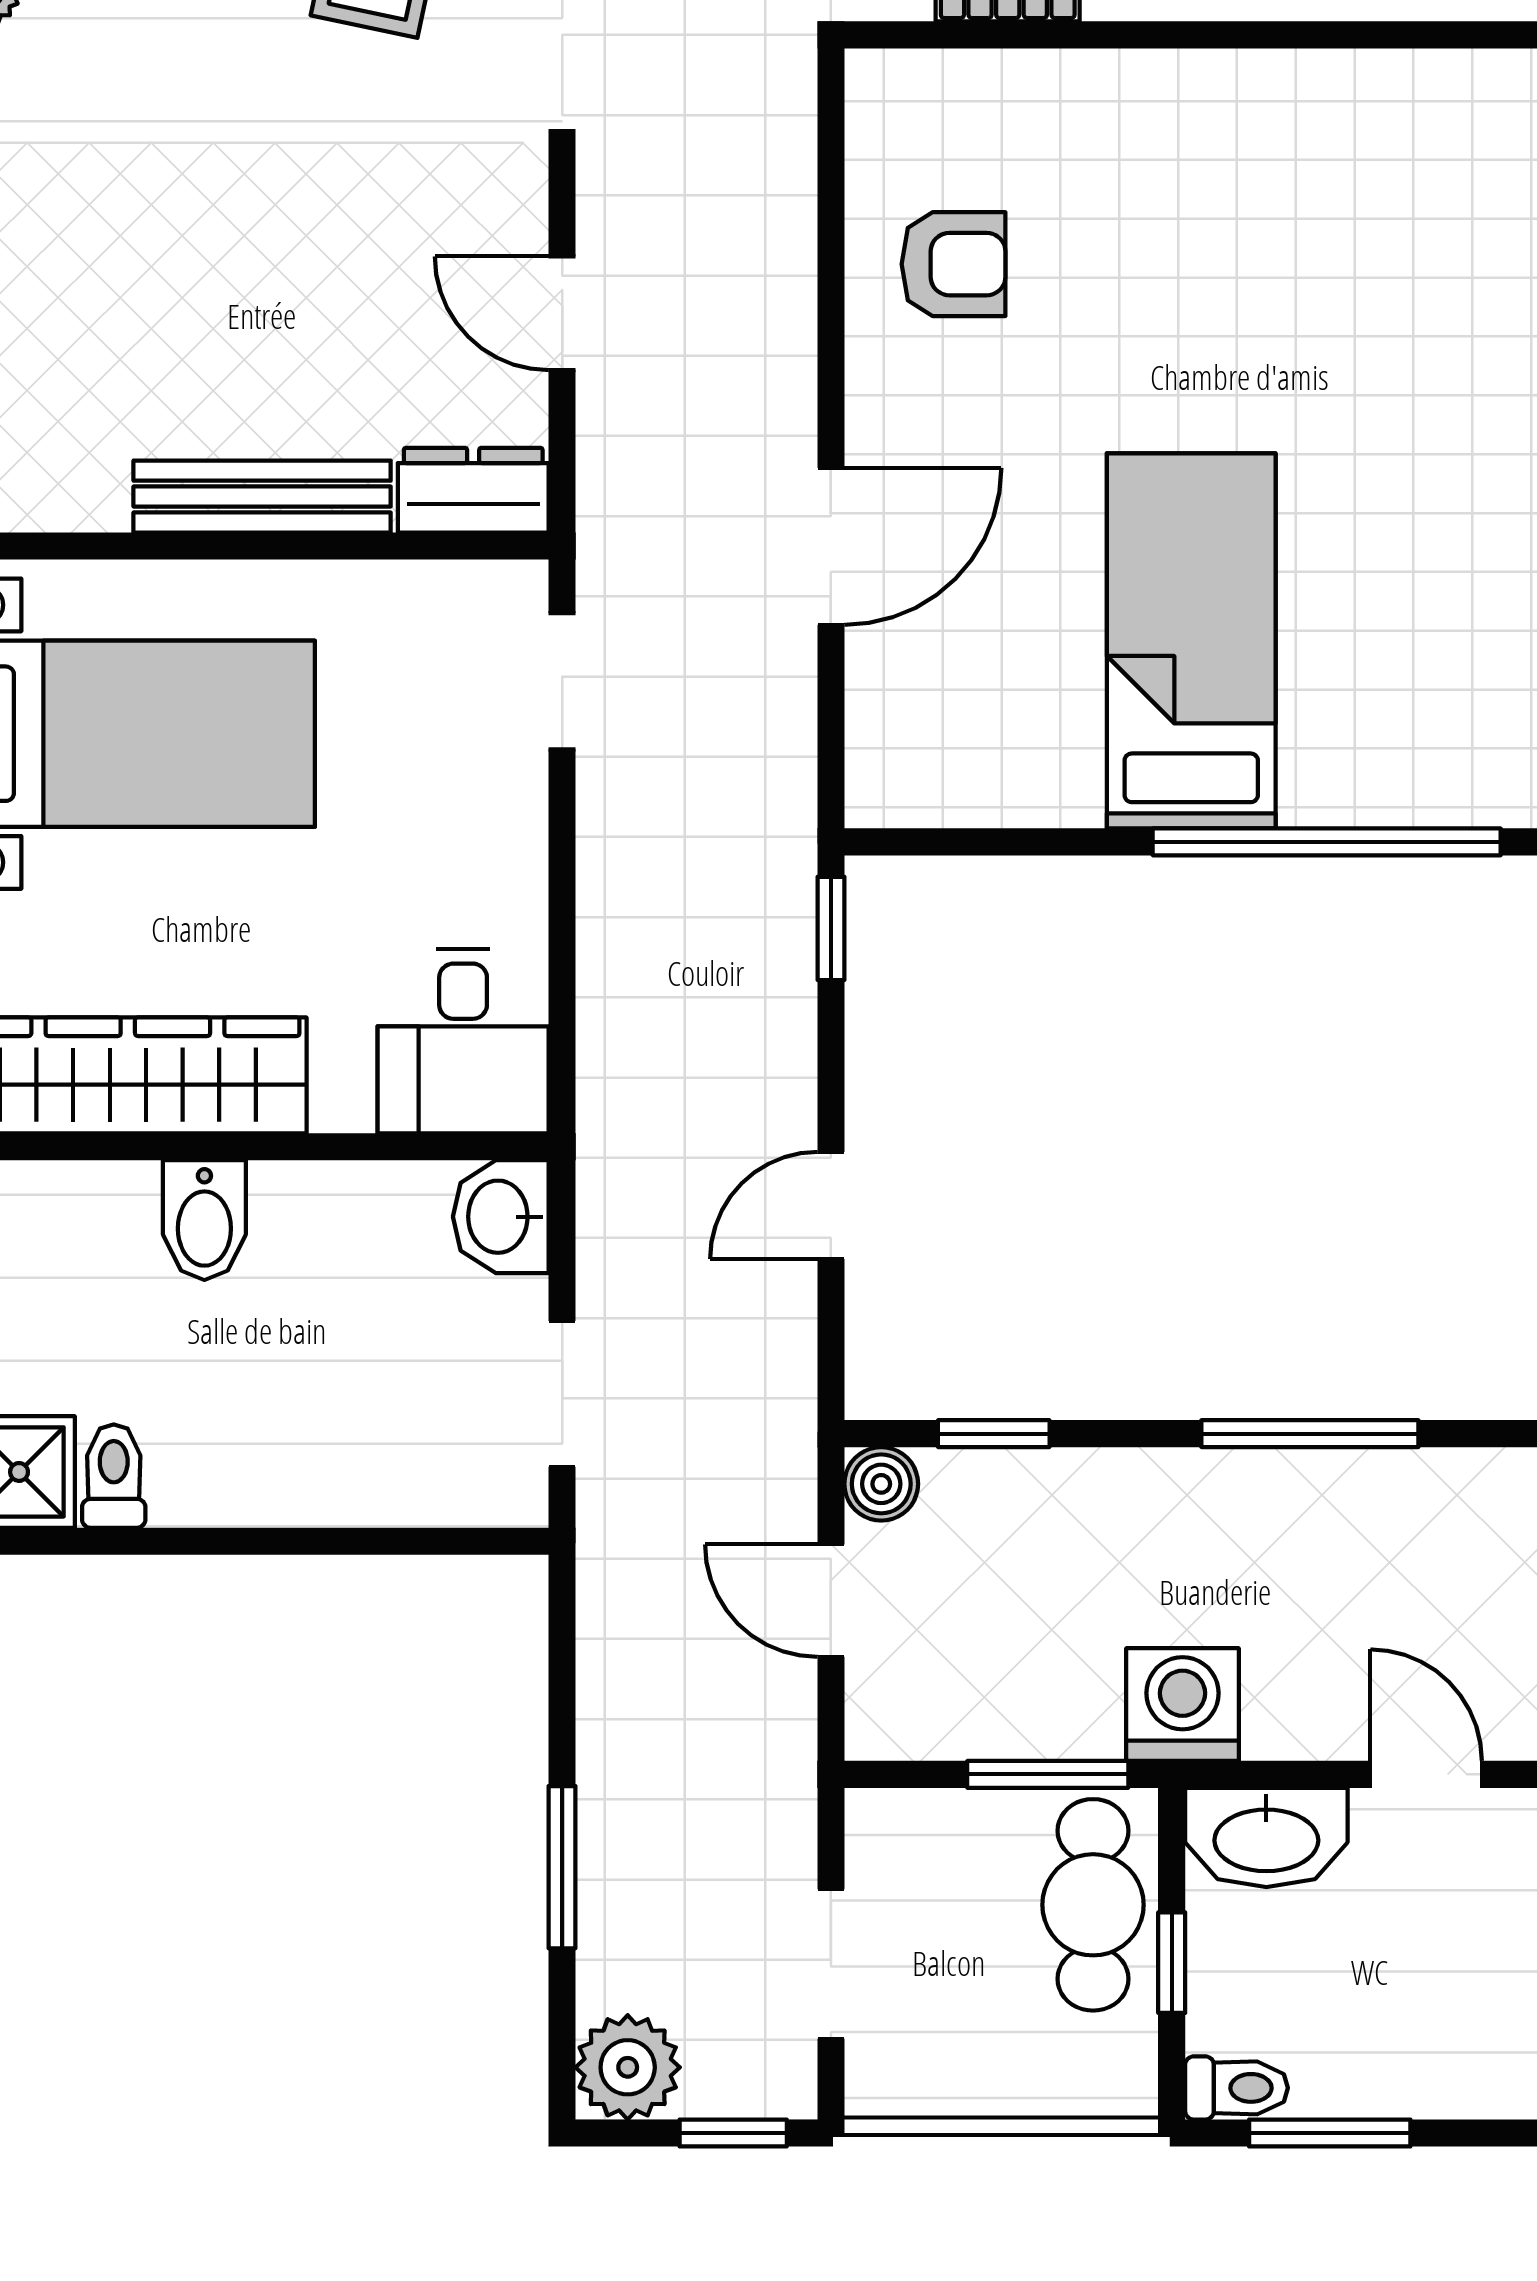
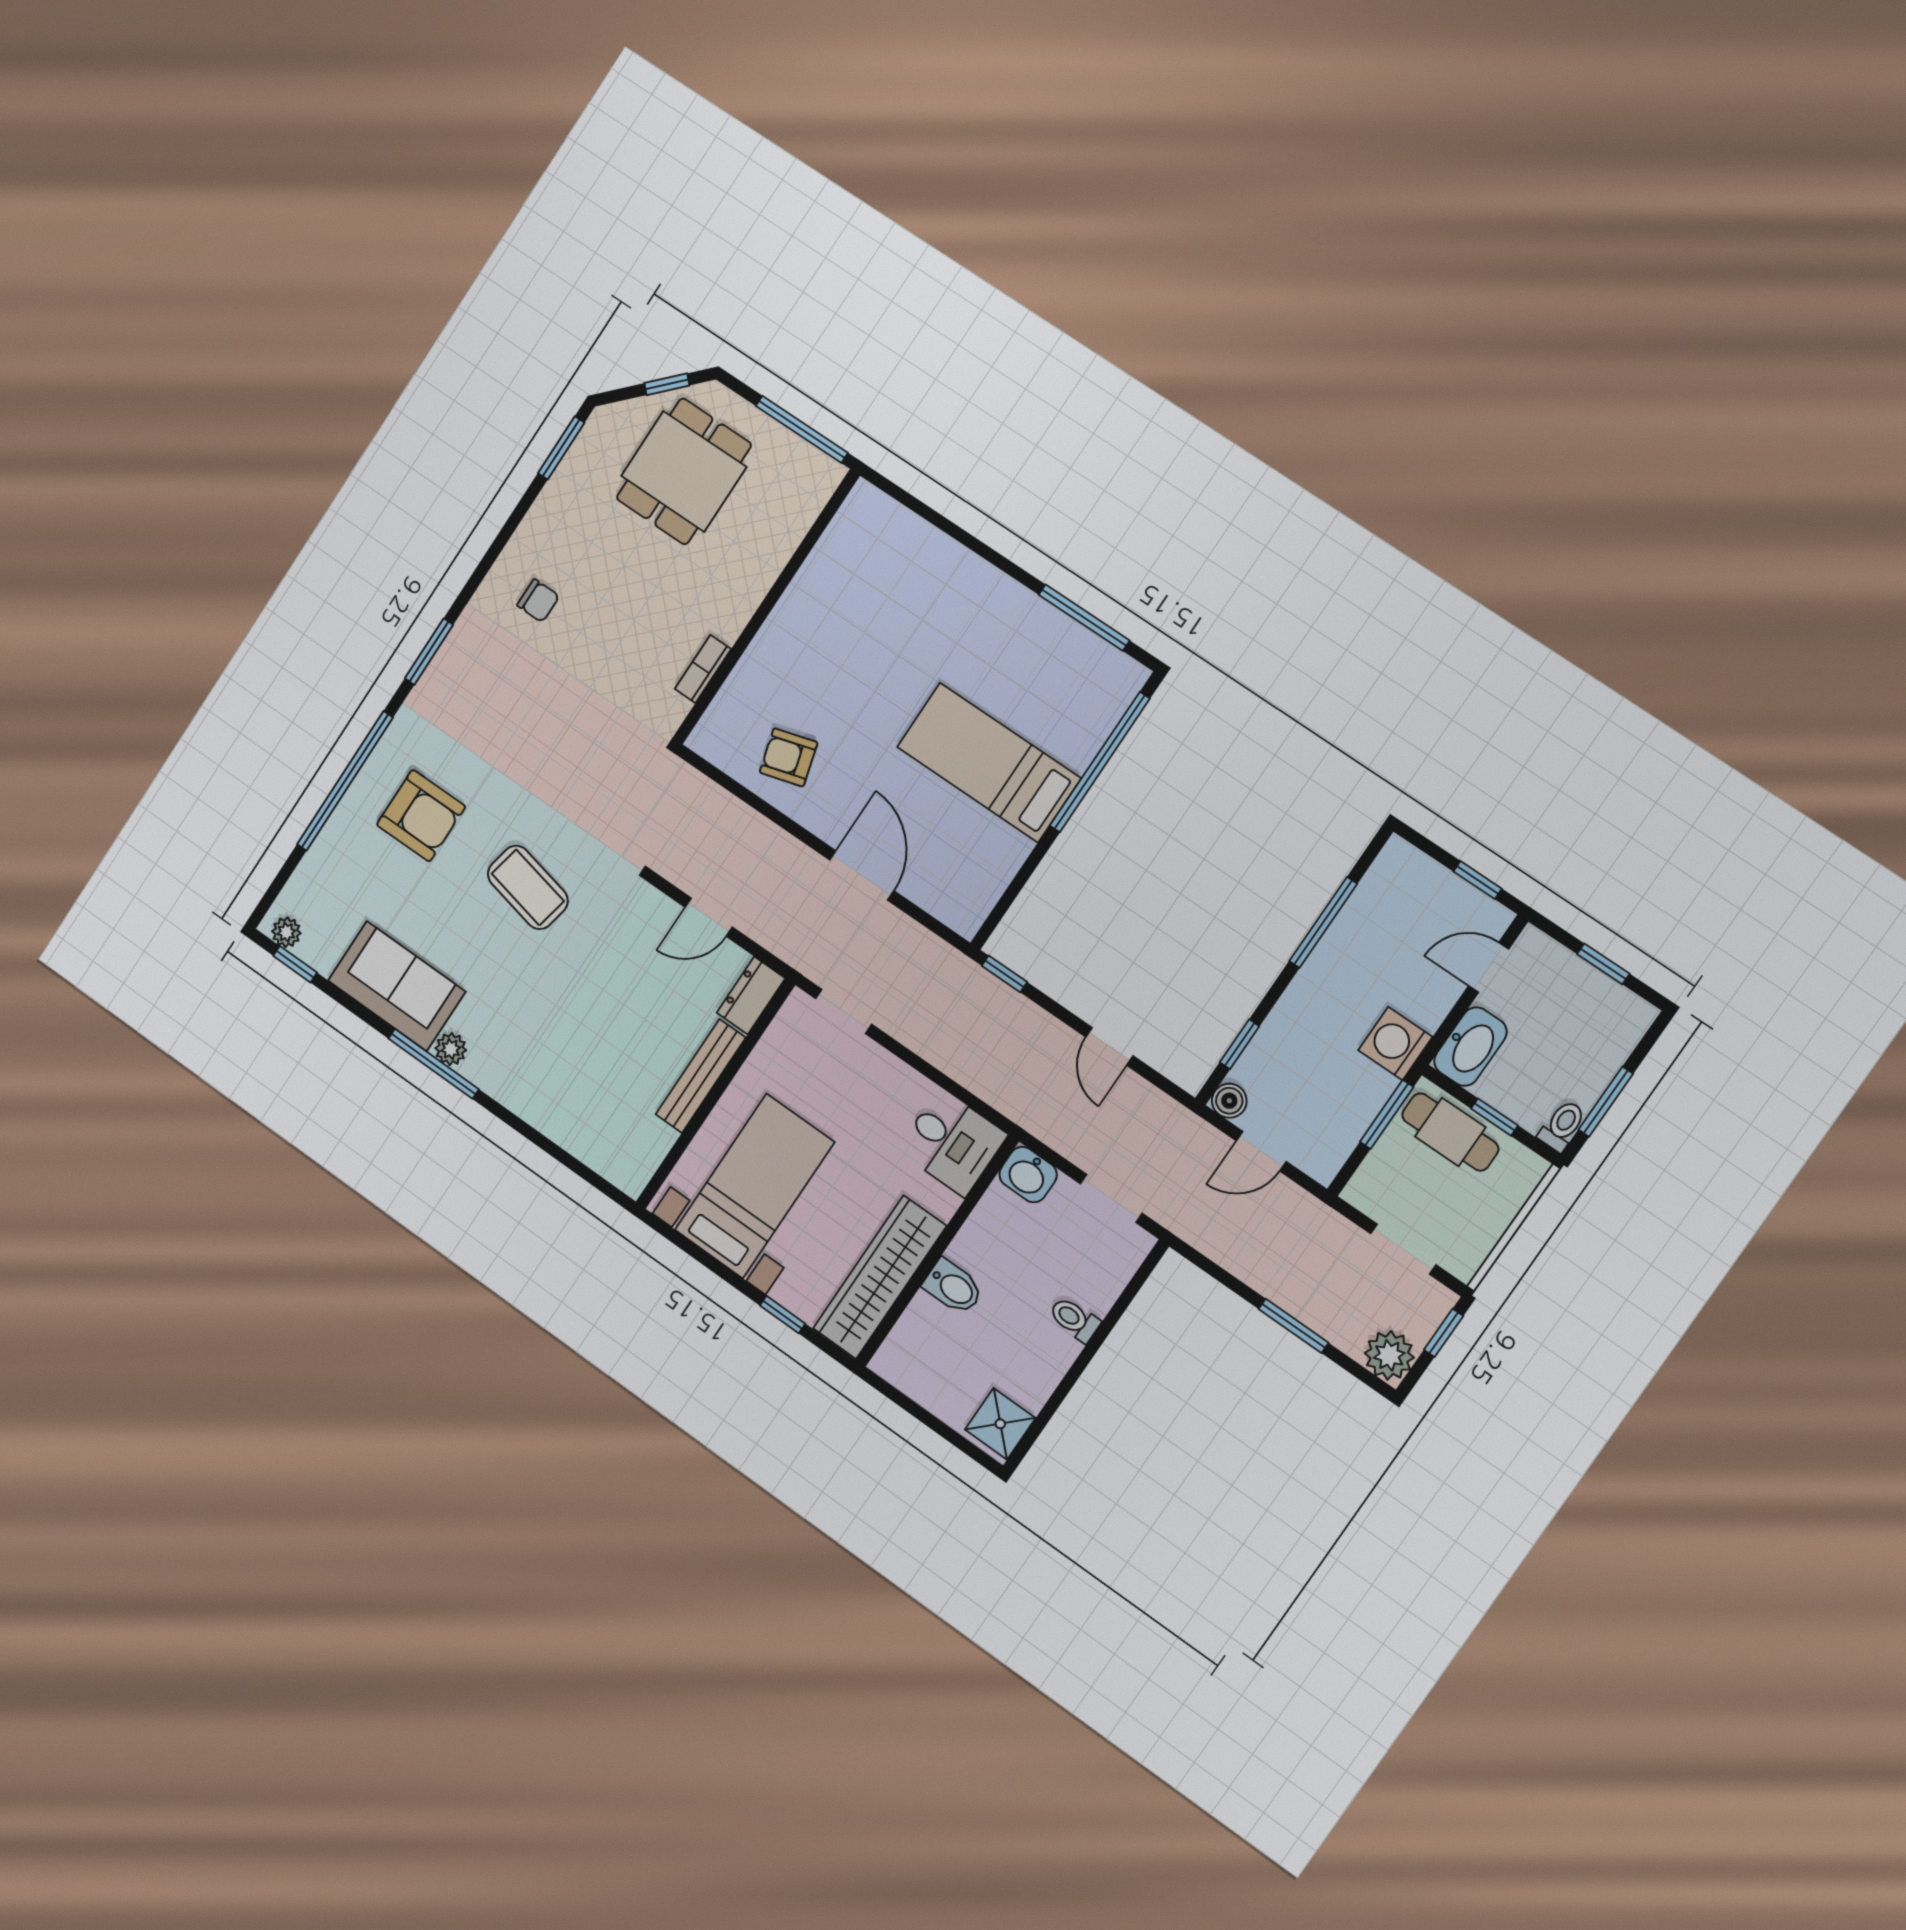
armchair: (953, 264) -> (789, 757), turned -106
toilet: (114, 1476) -> (1074, 1319), moved

